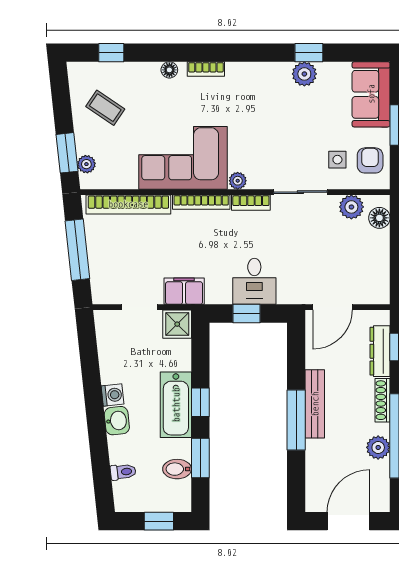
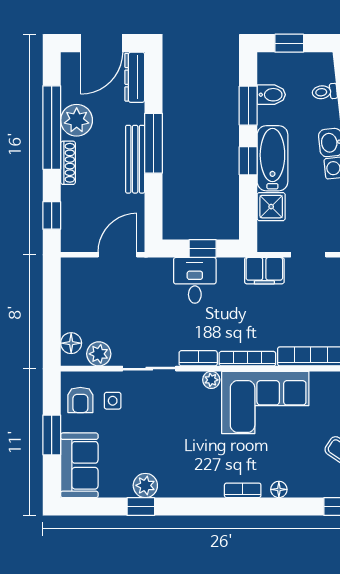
shower: (177, 324) -> (271, 207), moved
dresser: (380, 351) -> (135, 77), moved, turned 180
plant: (378, 447) -> (77, 120), width x1.36, depth x1.36

